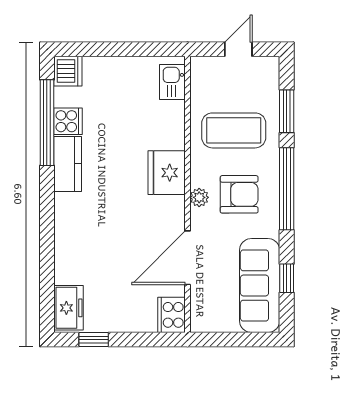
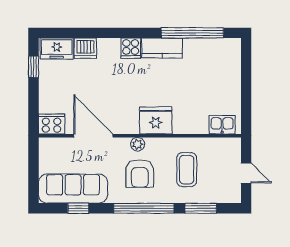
dishwasher: (68, 71) -> (85, 48), moved
cooker: (68, 121) -> (131, 48), moved
coffee table: (234, 130) -> (187, 170), width x0.73, depth x0.76

